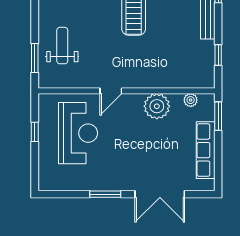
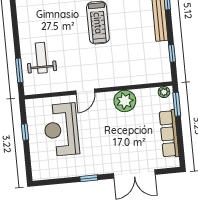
plant: (191, 100) -> (164, 92), moved
reception desk: (78, 133) -> (61, 130), turned 180
window: (105, 194) -> (89, 178), width x0.67

